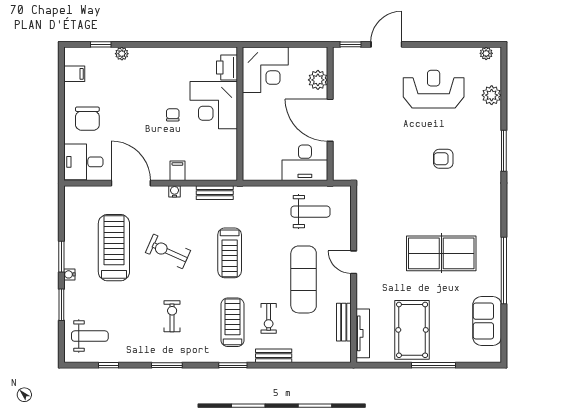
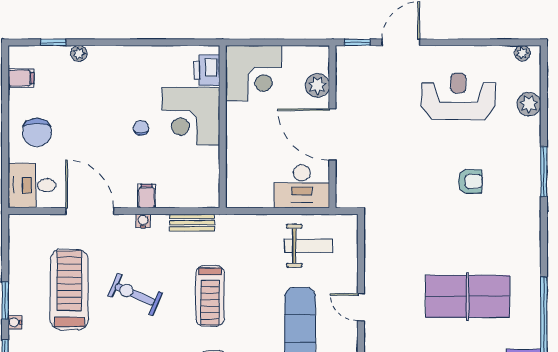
armchair: (443, 159) -> (470, 181), turned 180

